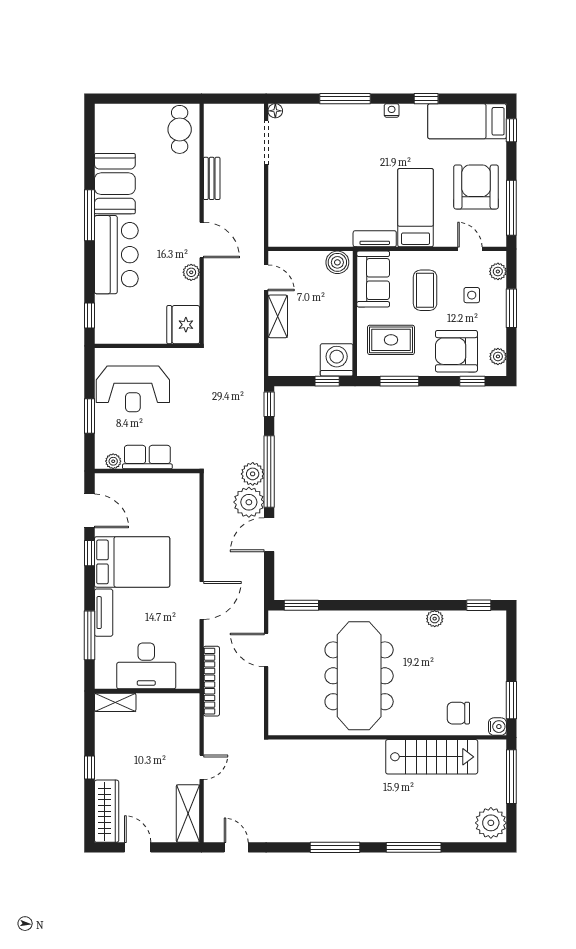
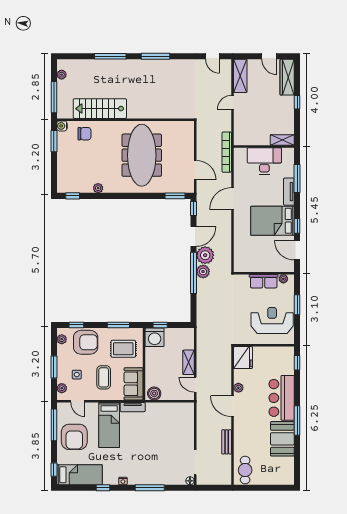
window: (269, 404) -> (193, 208), moved
plant: (491, 823) -> (62, 75), width x0.53, depth x0.53

